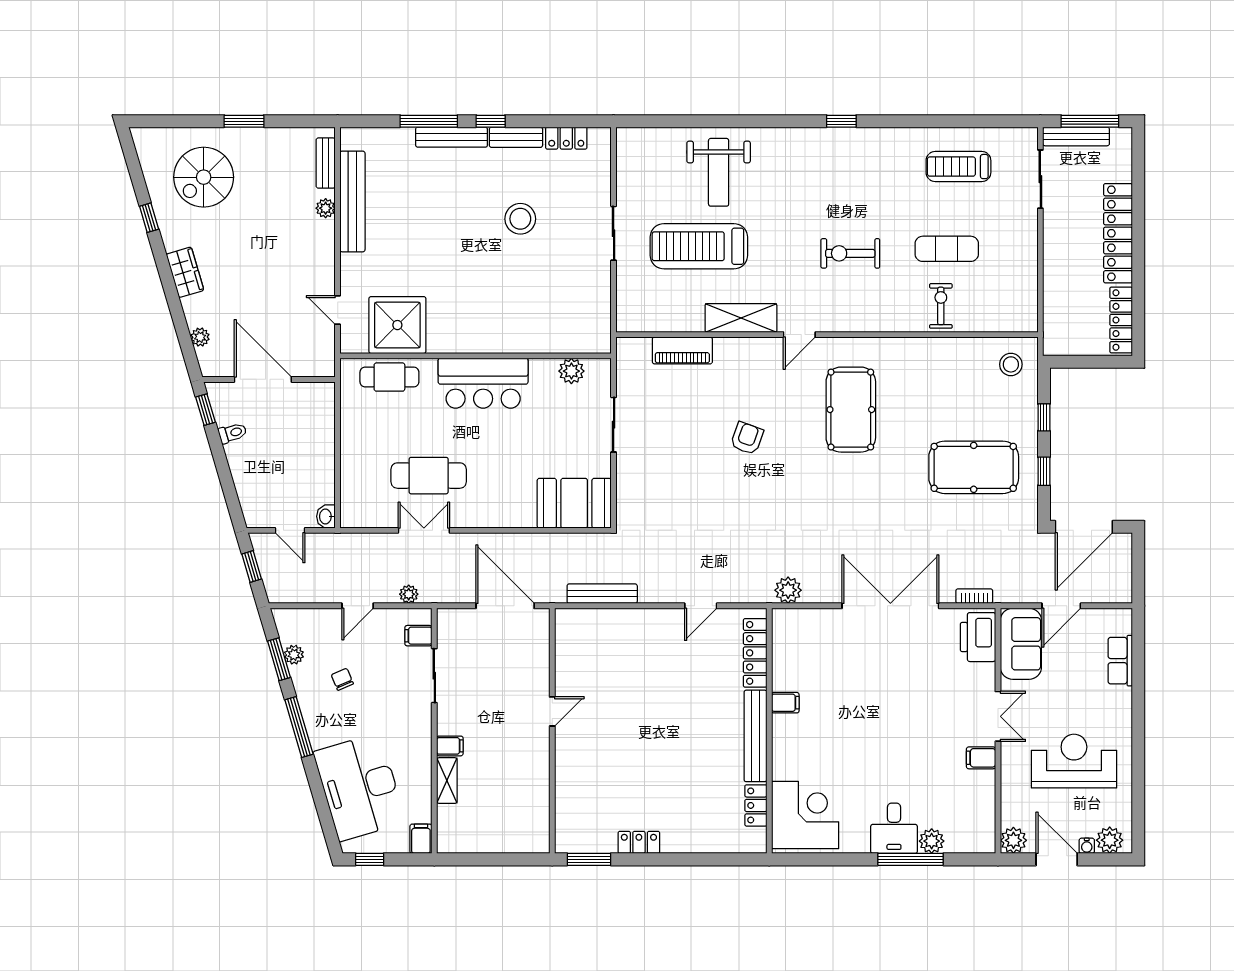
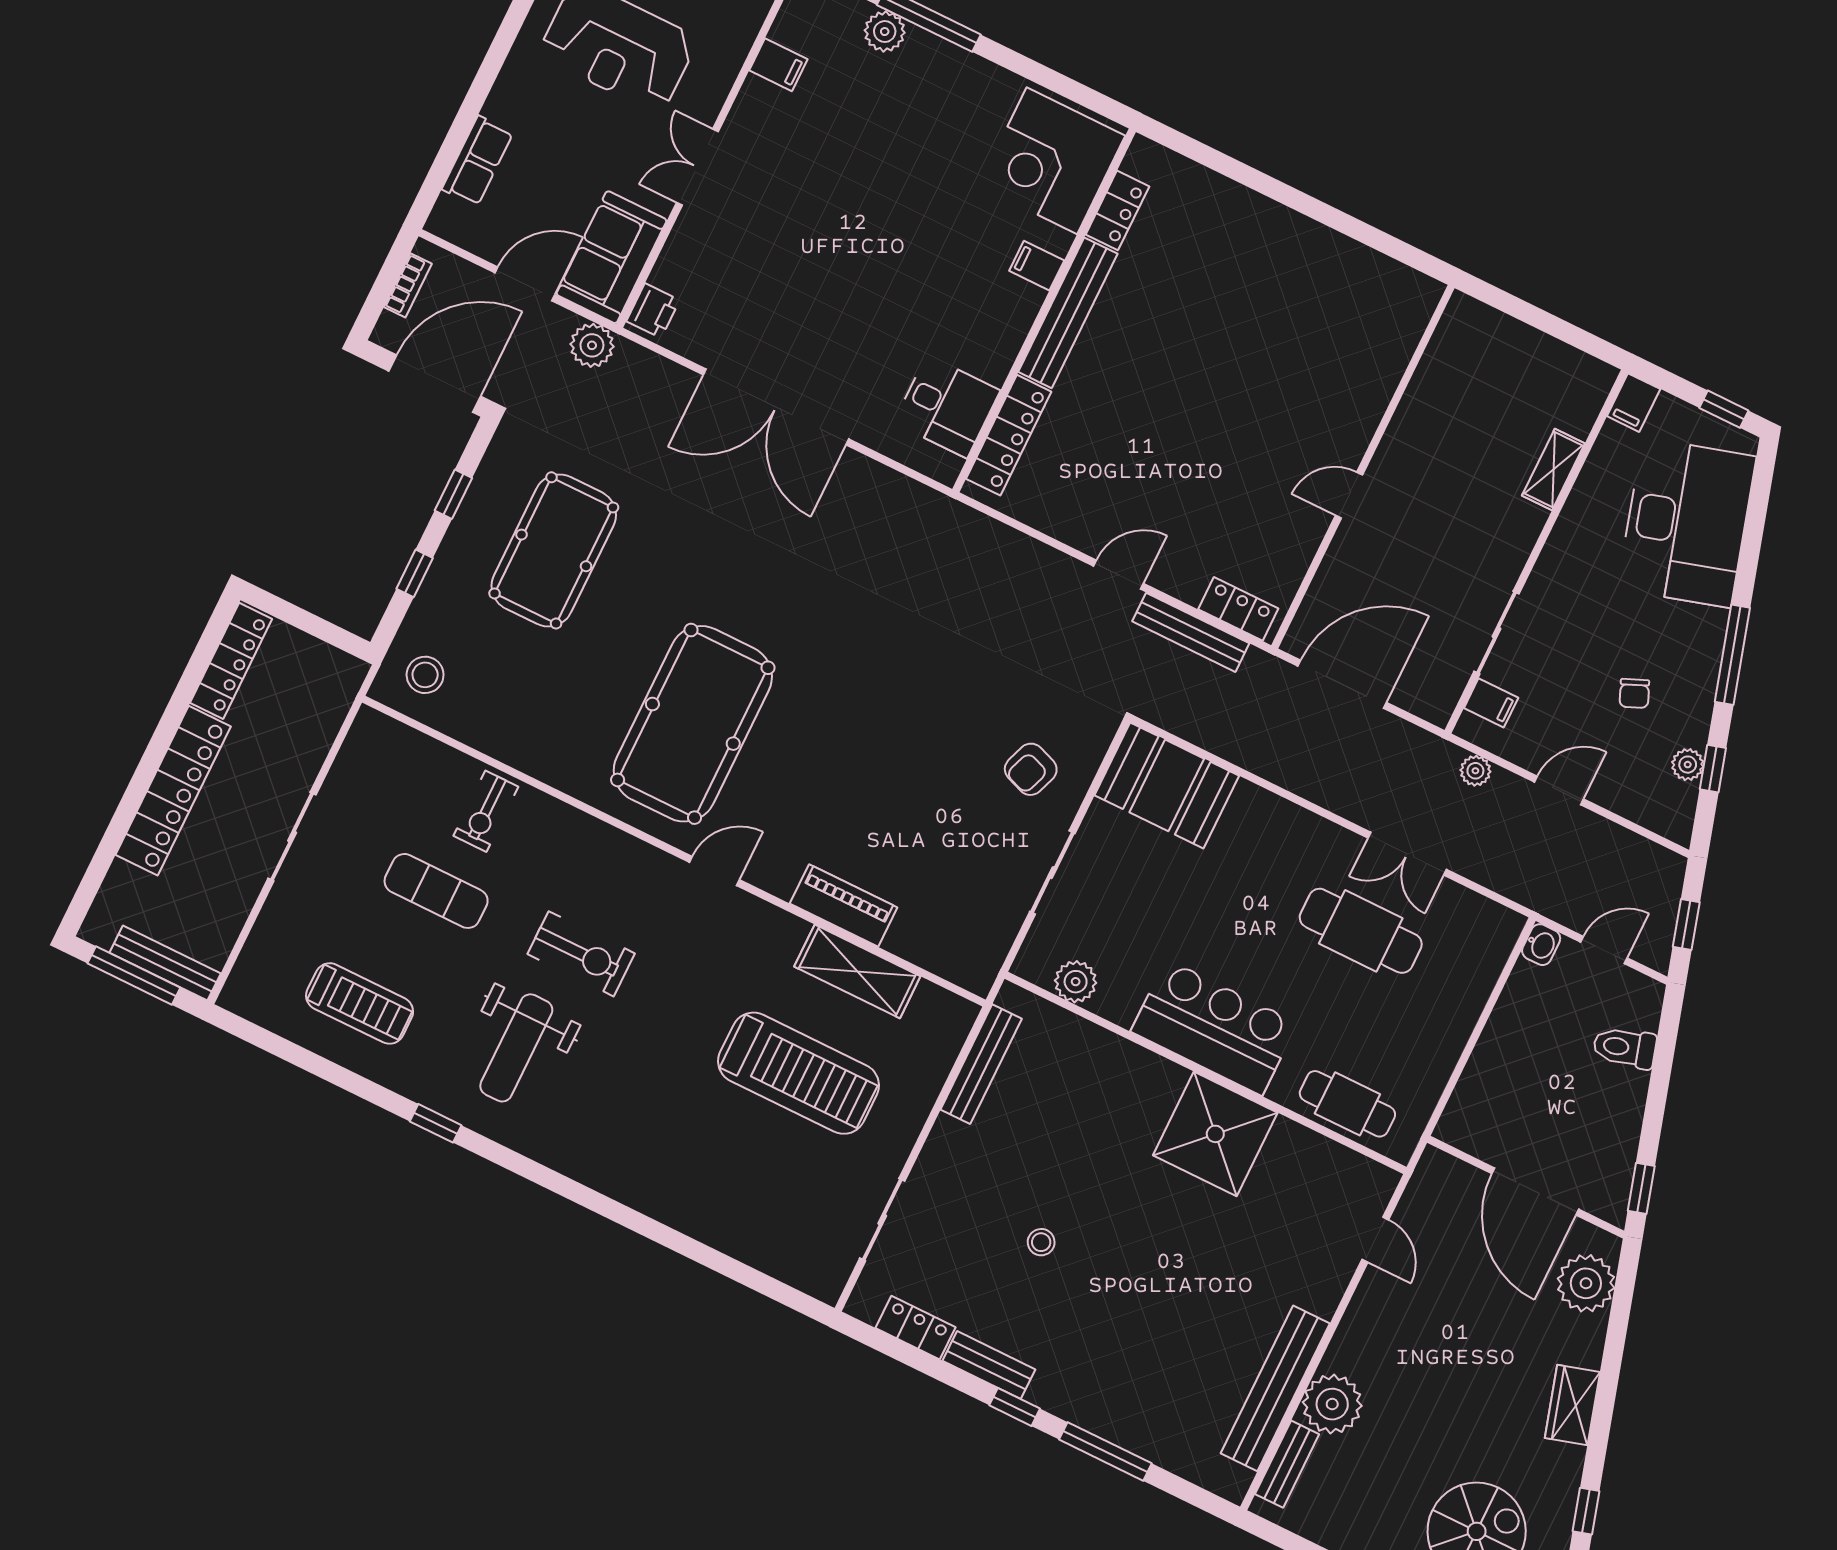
window: (841, 121) -> (436, 1123), moved
bench: (452, 137) -> (981, 1064), moved, turned 90
weight bench: (719, 172) -> (516, 1048), moved, turned 180
sliding door: (1040, 179) -> (292, 837), moved
plant: (326, 208) -> (1332, 1404), width x1.88, depth x1.88
stool: (520, 219) -> (1041, 1242), width x0.53, depth x0.53
sliding door: (614, 233) -> (882, 1220), moved
shelving: (741, 318) -> (857, 971), moved
shower: (397, 325) -> (1215, 1134), moved
plant: (200, 337) -> (1586, 1283), width x1.88, depth x1.88
piano: (682, 350) -> (844, 905), moved
pool table: (851, 410) -> (693, 724), width x1.36, depth x1.32
toilet: (233, 433) -> (1625, 1048), moved, width x1.37, depth x1.39
armchair: (747, 438) -> (1031, 769), moved
pool table: (974, 467) -> (554, 550), turned 90
door: (290, 530) -> (1604, 950), hinge flipped
plant: (788, 590) -> (592, 345), moved
bookcase: (974, 596) -> (408, 285), moved, turned -90
door: (505, 606) -> (1342, 684), swing flipped
door: (701, 606) -> (1118, 575), moved
printer: (978, 637) -> (653, 311), width x0.53, depth x0.68
window: (279, 659) -> (1713, 769), width x0.67
filing cabinet: (785, 703) -> (1037, 266), moved
filing cabinet: (450, 746) -> (1524, 518), removed
filing cabinet: (981, 758) -> (778, 65), moved
desk: (894, 828) -> (947, 406), moved, turned 90
locker: (639, 842) -> (1238, 609), moved, turned 180
window: (589, 859) -> (1401, 251), removed

